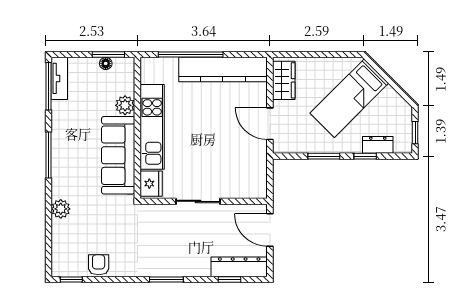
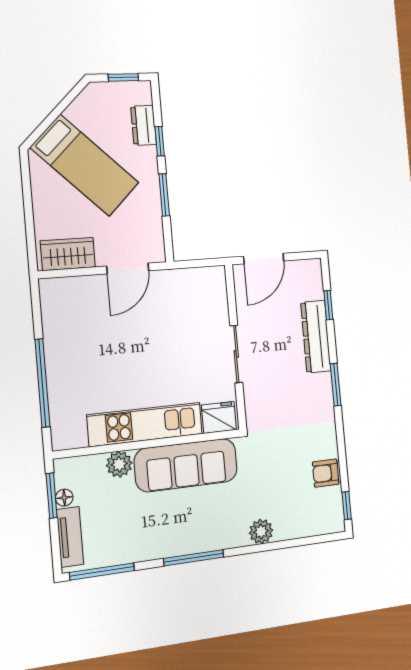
kitchen counter: (223, 70) -> (60, 337), removed
tv unit: (59, 78) -> (70, 537), moved, turned 90
dresser: (239, 267) -> (316, 337), moved

